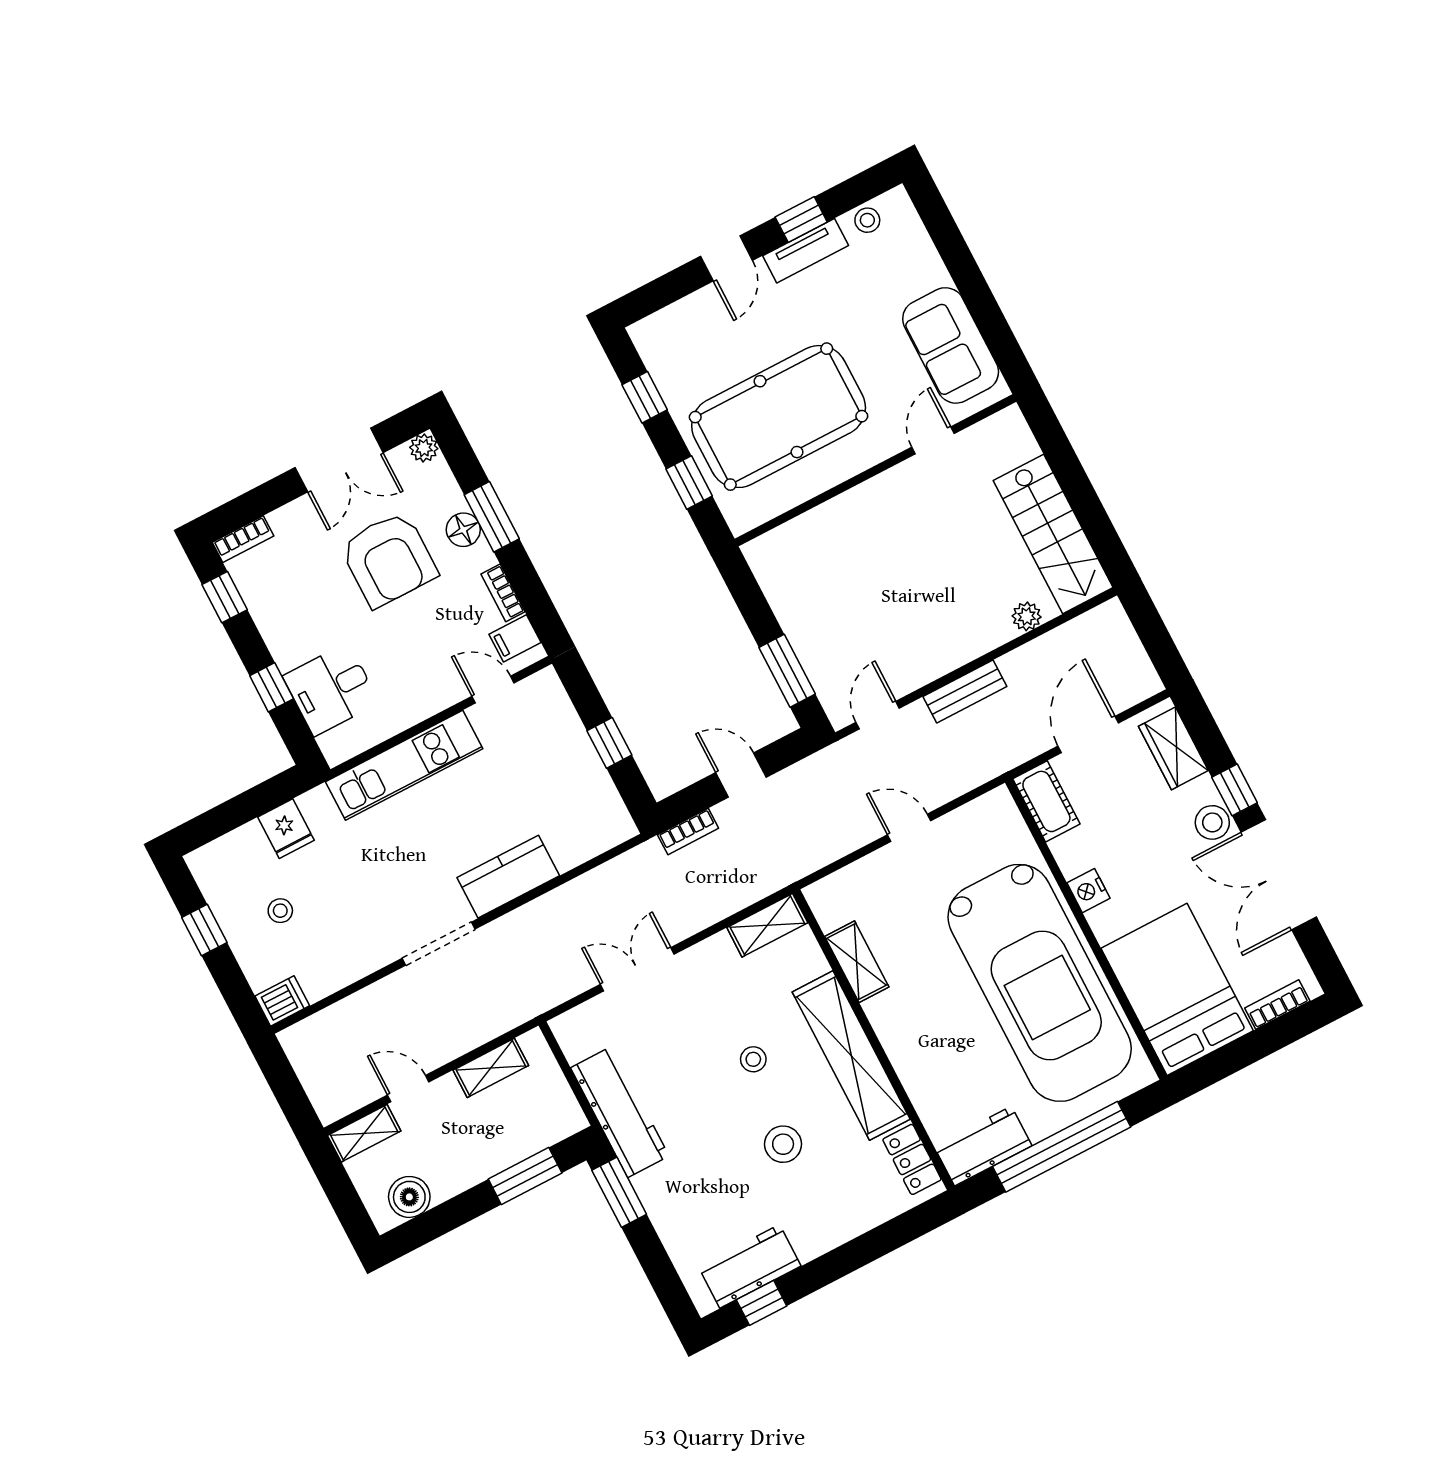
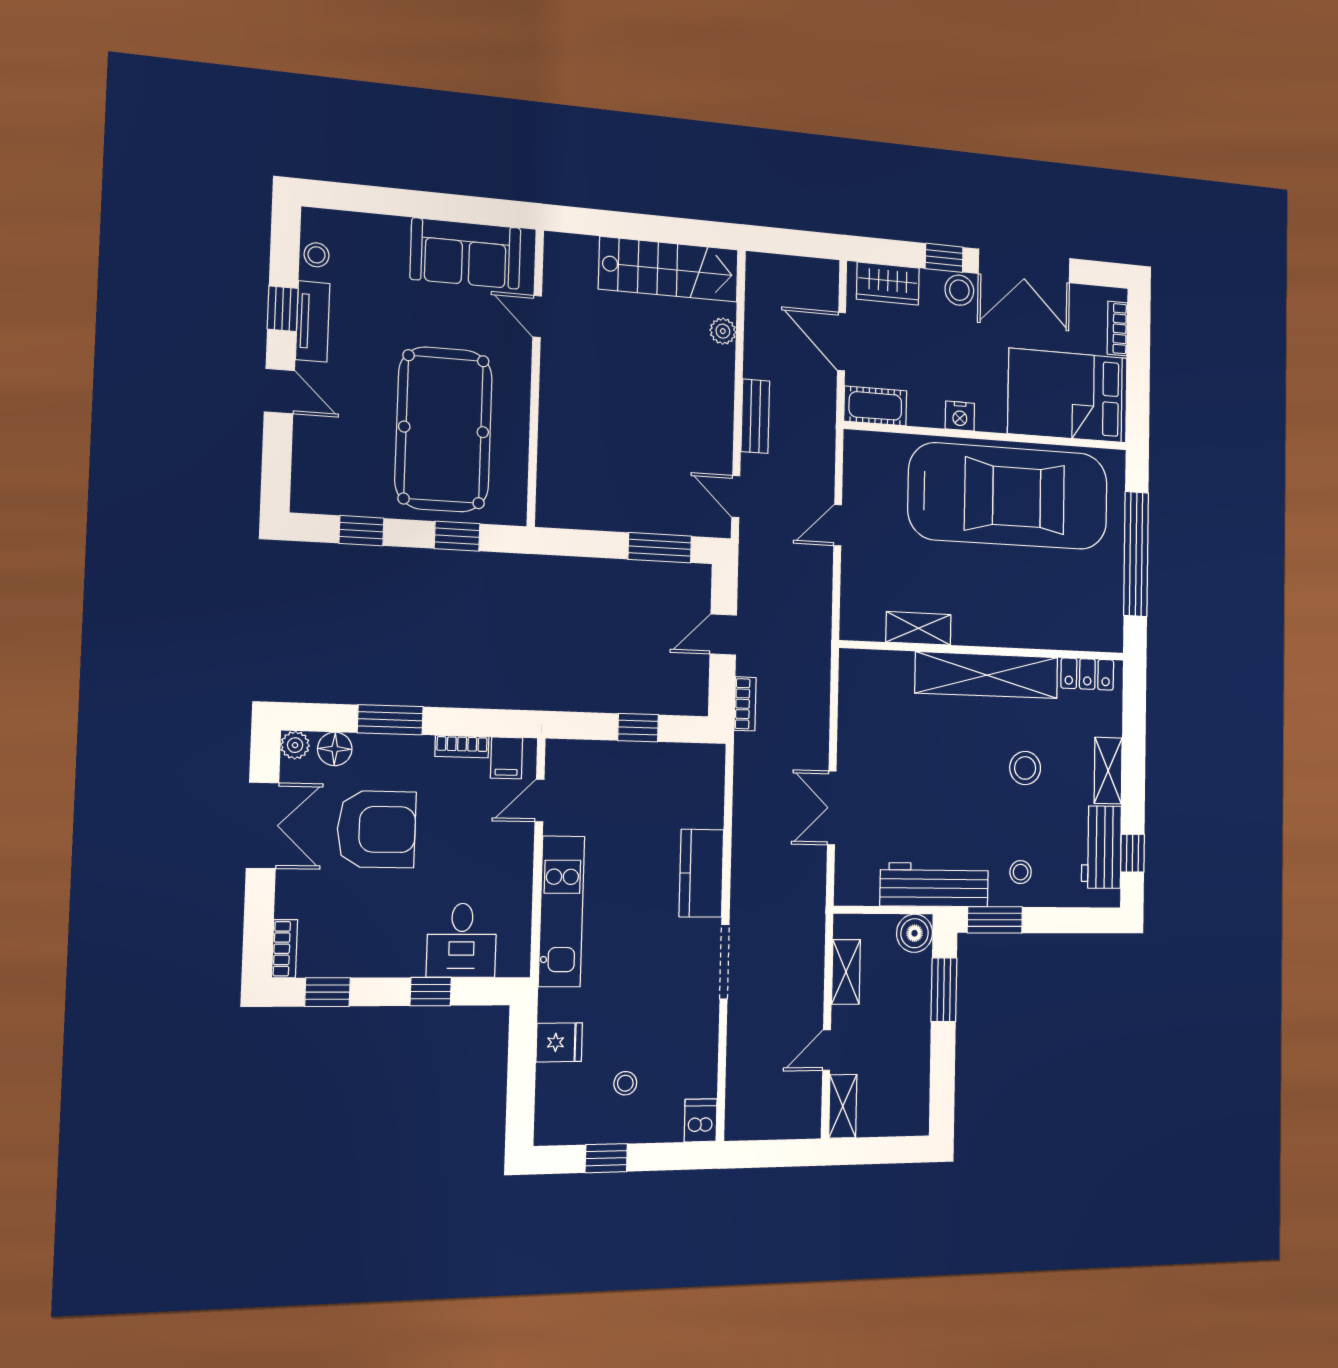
floor lamp: (463, 530) -> (335, 749), moved
shelving: (767, 925) -> (1108, 771), moved
stool: (753, 1059) -> (1021, 872), moved
workbench: (983, 1146) -> (1105, 613), removed
boiler: (409, 1197) -> (915, 933), moved

